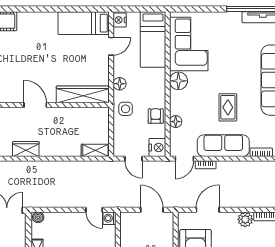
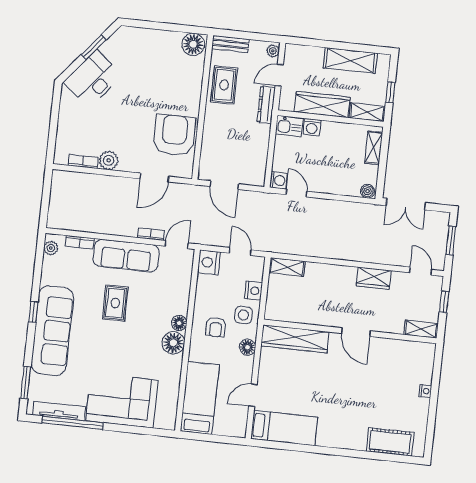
nightstand: (120, 20) -> (253, 291), moved
corner sofa: (189, 44) -> (122, 401), moved, turned 90
armchair: (156, 116) -> (216, 327), moved
floor lamp: (176, 122) -> (179, 323), moved

